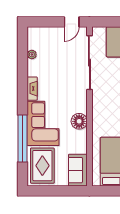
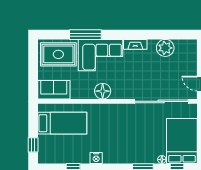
plant: (32, 54) -> (165, 48), width x1.87, depth x1.87
window: (23, 138) -> (85, 35), width x0.68

